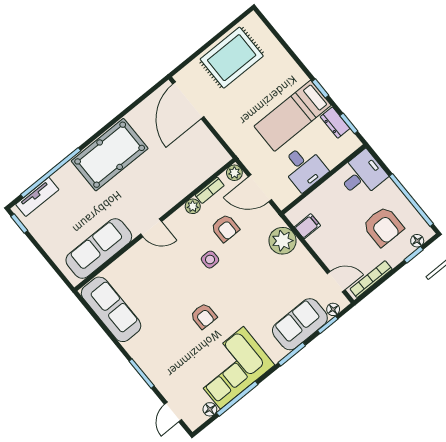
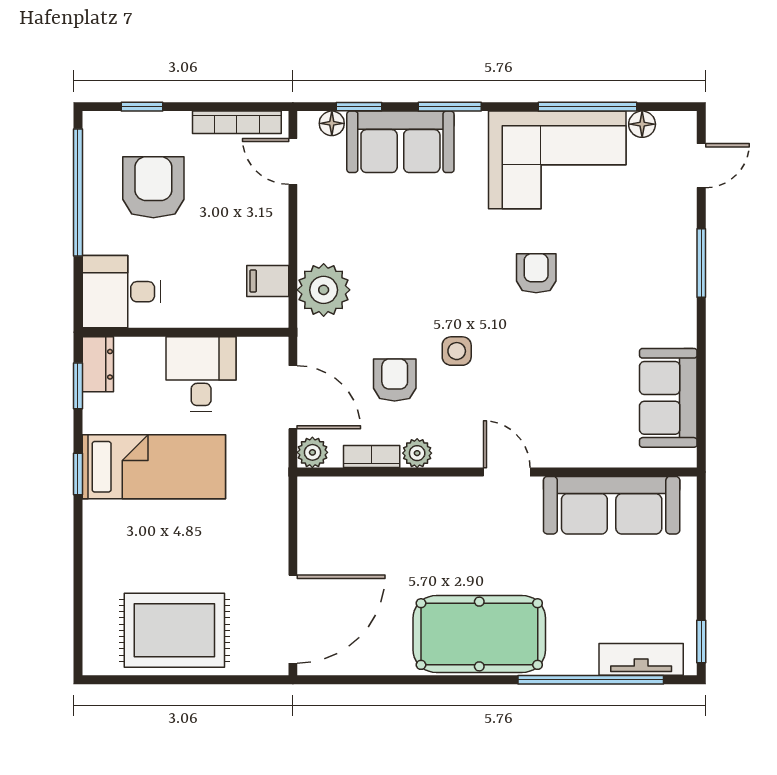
dresser: (335, 123) -> (98, 364), moved
floor lamp: (417, 241) -> (119, 123), removed
sofa: (111, 309) -> (668, 398), width x0.73

